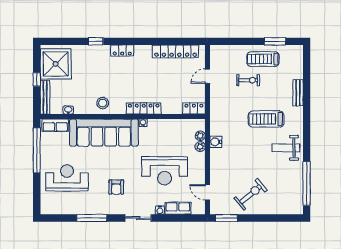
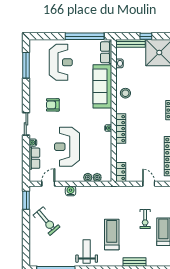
sofa: (104, 133) -> (102, 86), width x0.74, depth x0.79
water cooler: (216, 142) -> (71, 191), moved
window: (92, 218) -> (26, 65), moved

